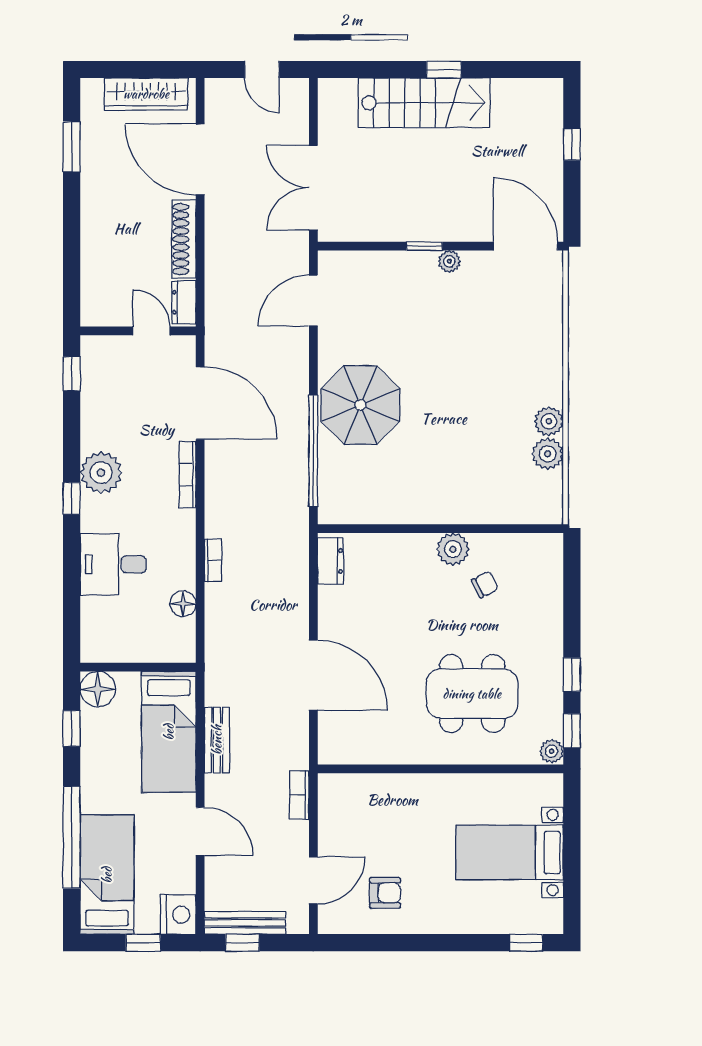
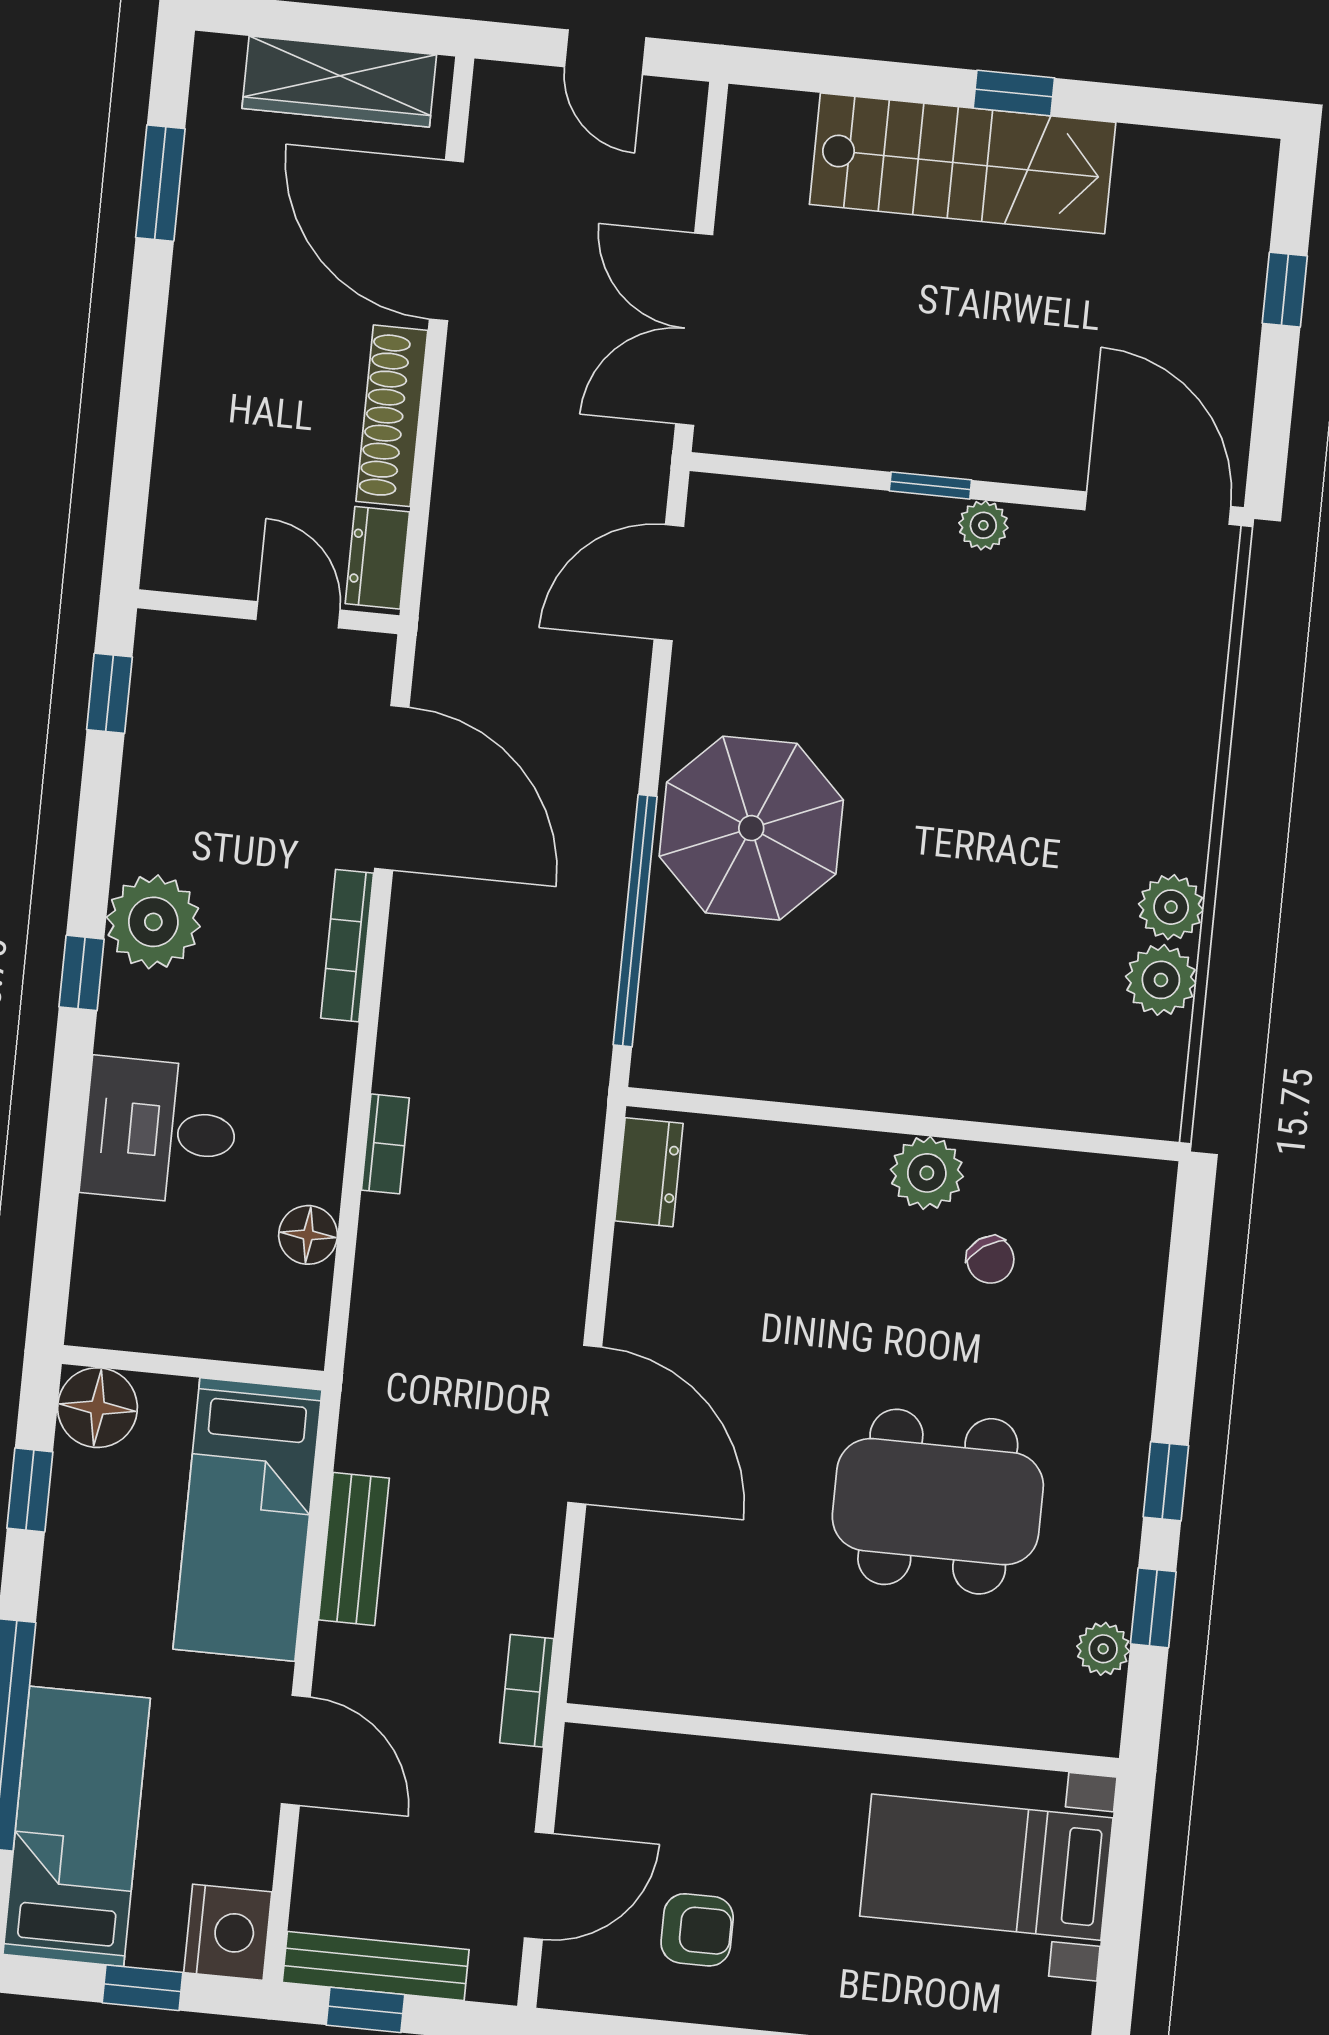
chair: (485, 585) -> (990, 1260), turned 82
wall: (440, 769) -> (842, 1740), moved

